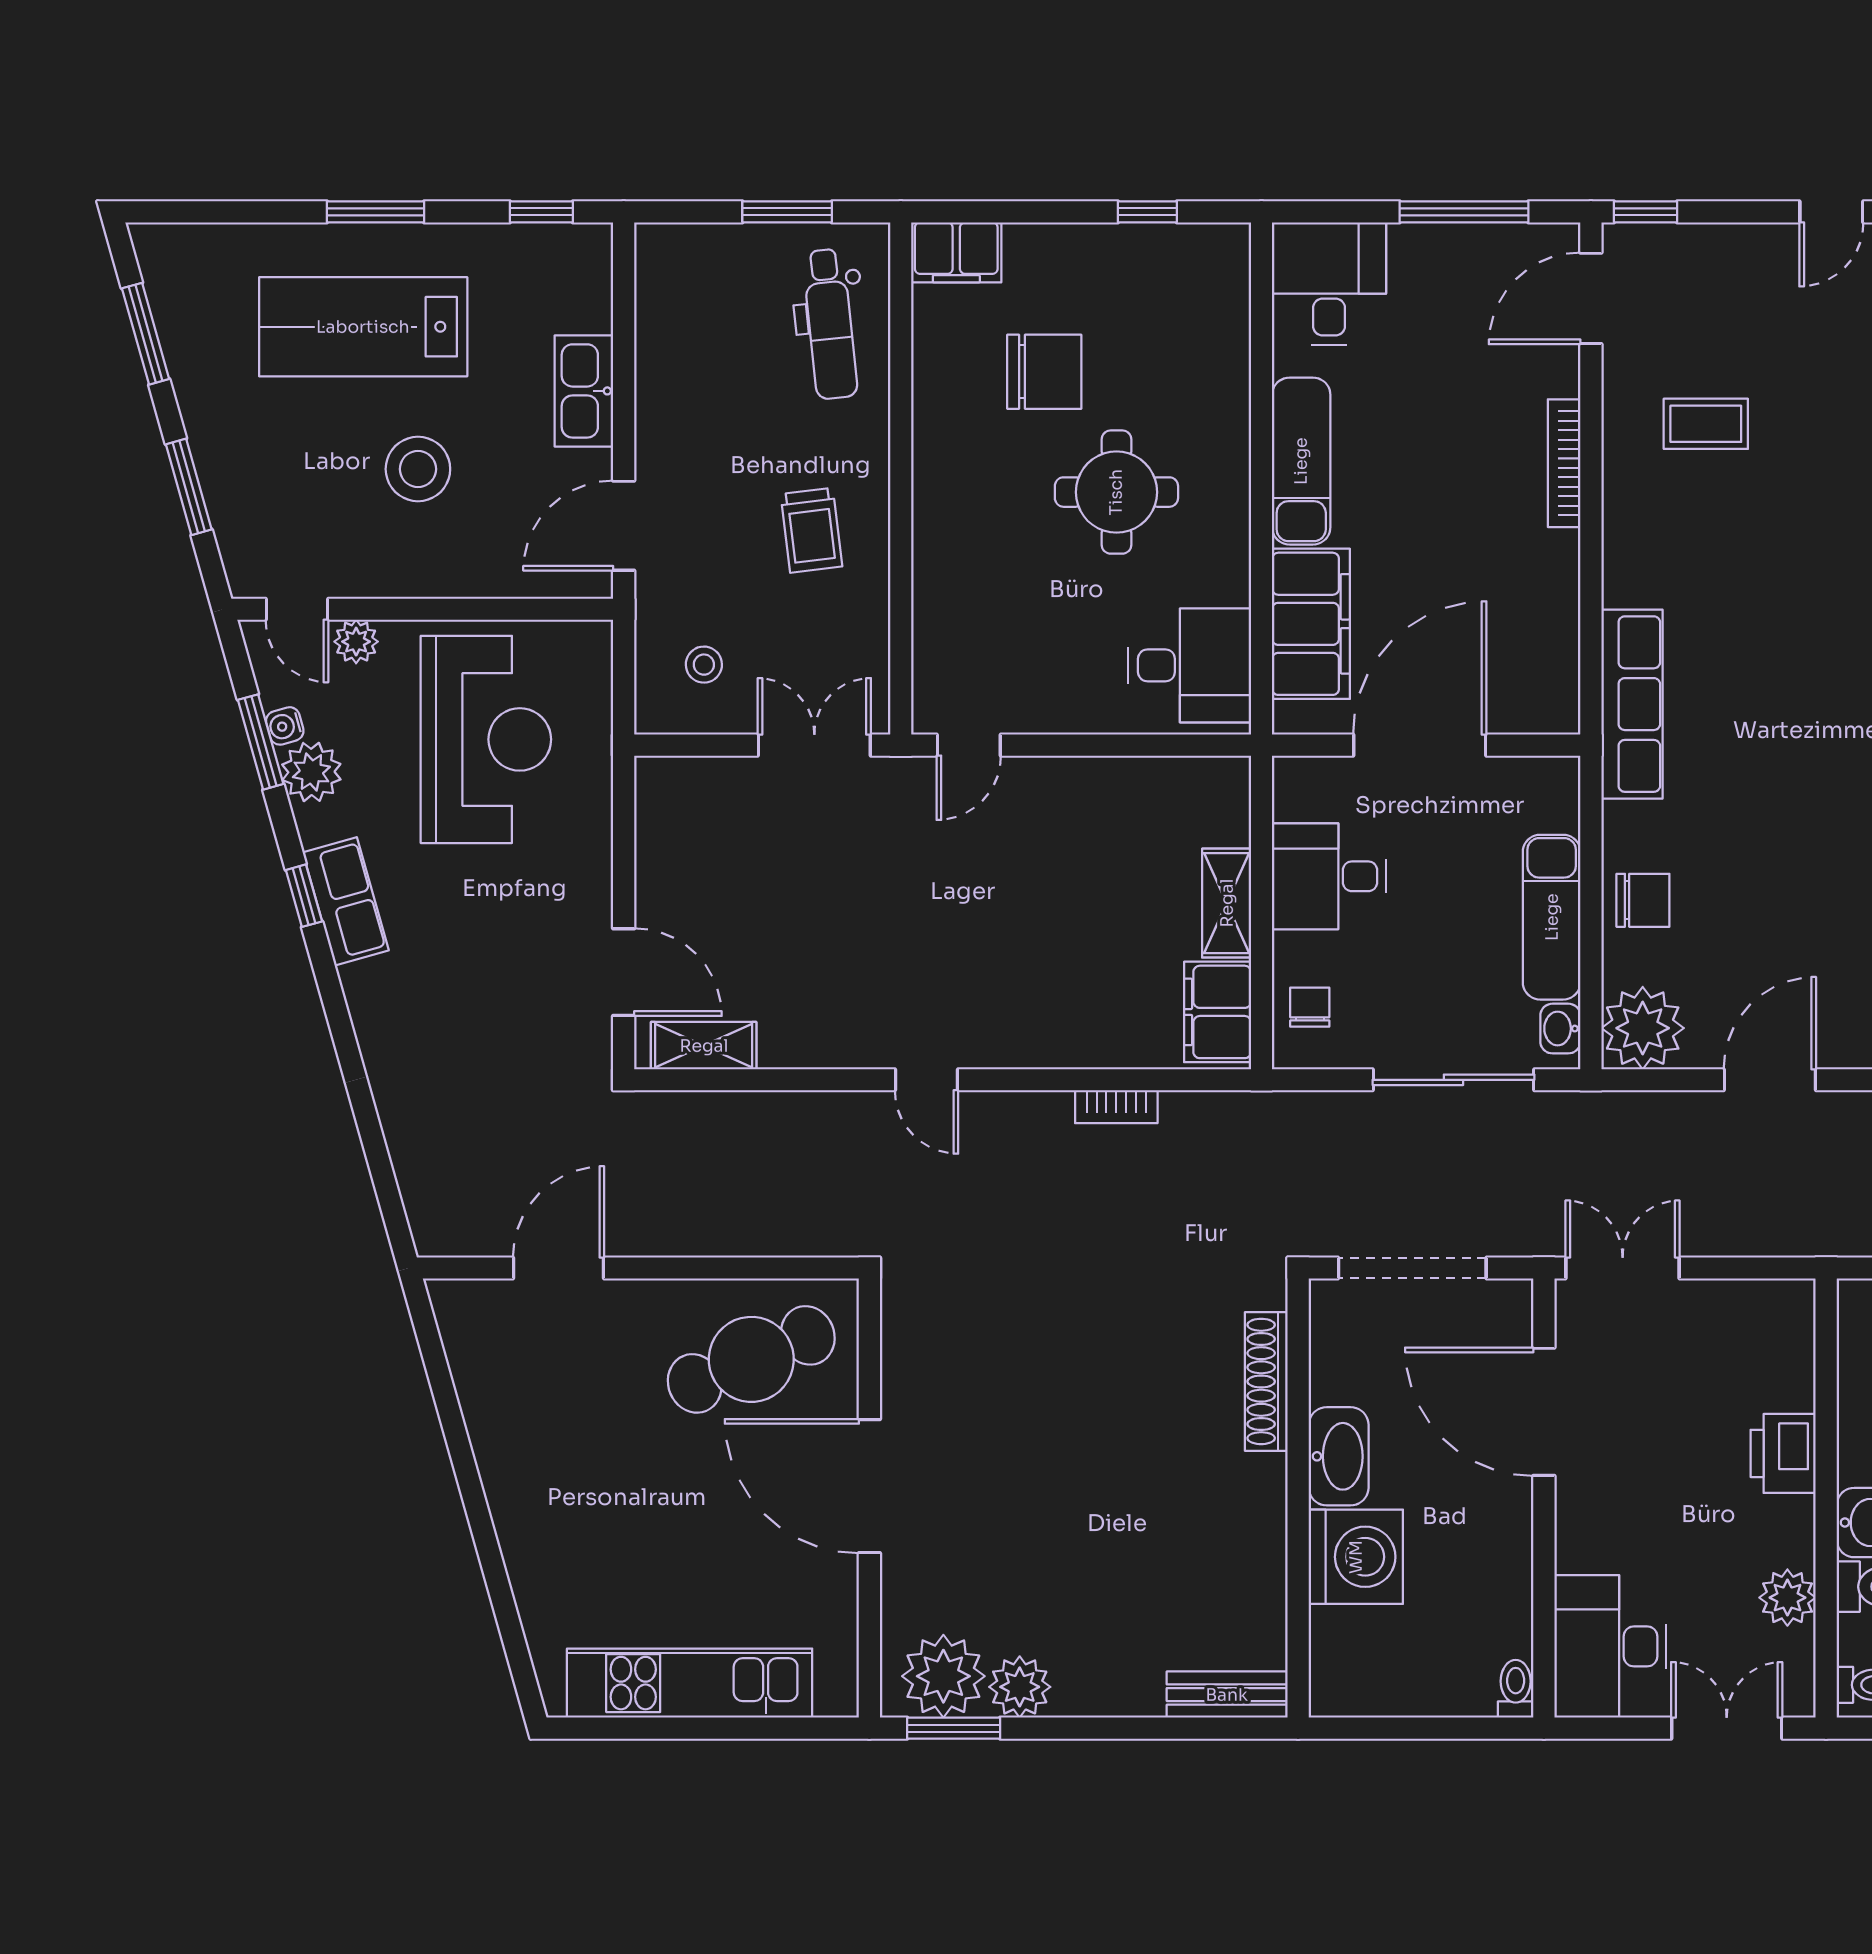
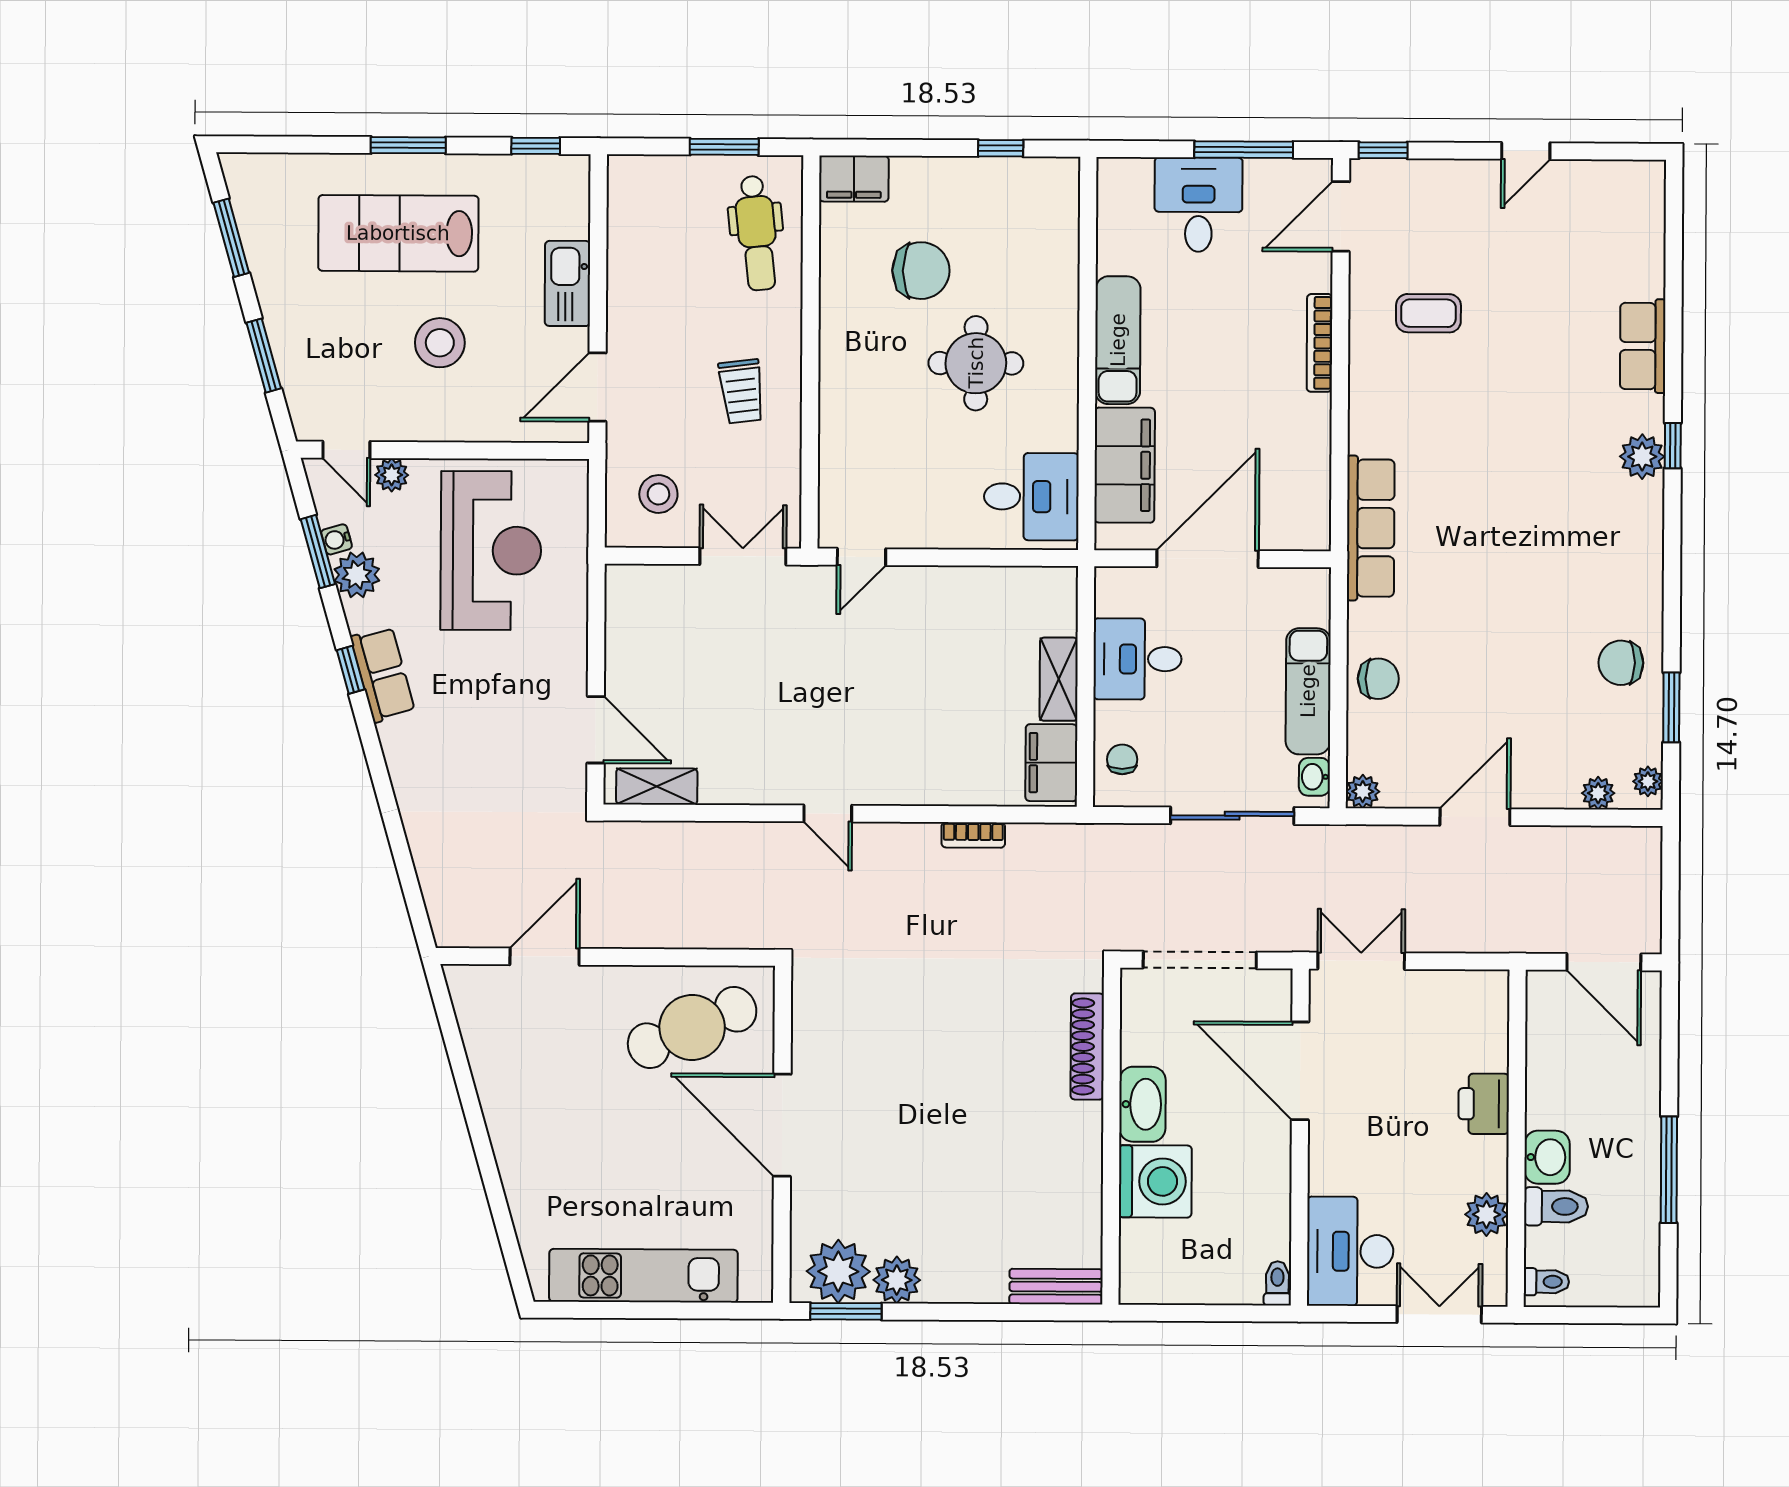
desk: (1329, 284) -> (1198, 205), moved
stool: (704, 665) -> (658, 494), width x1.37, depth x1.37
plant: (1643, 1028) -> (1363, 791), width x0.53, depth x0.53

